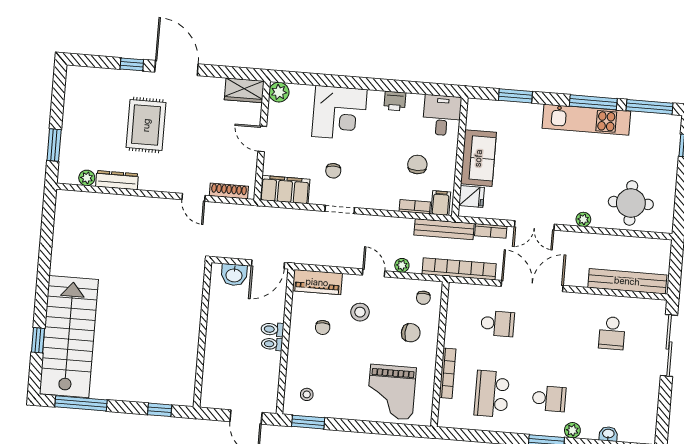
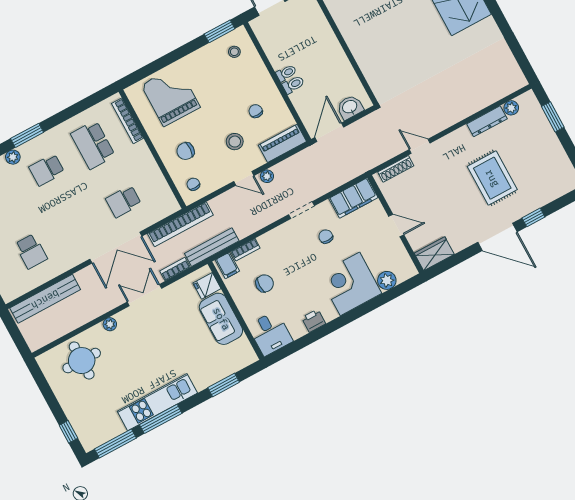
plant: (279, 92) -> (387, 280), moved
chair: (417, 164) -> (265, 283), turned -90
plant: (402, 265) -> (267, 176), moved
school desk: (612, 333) -> (31, 251), turned 180
bookcase: (448, 373) -> (128, 121), moved
school desk: (492, 394) -> (93, 145), turned 180

